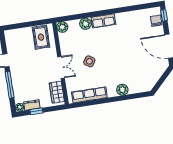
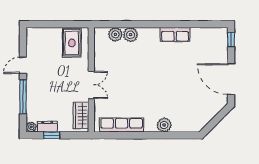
row of seats: (103, 21) -> (175, 35), moved
chair: (156, 21) -> (220, 45), removed
plant: (62, 27) -> (115, 34), moved
side table: (89, 61) -> (128, 83), removed

